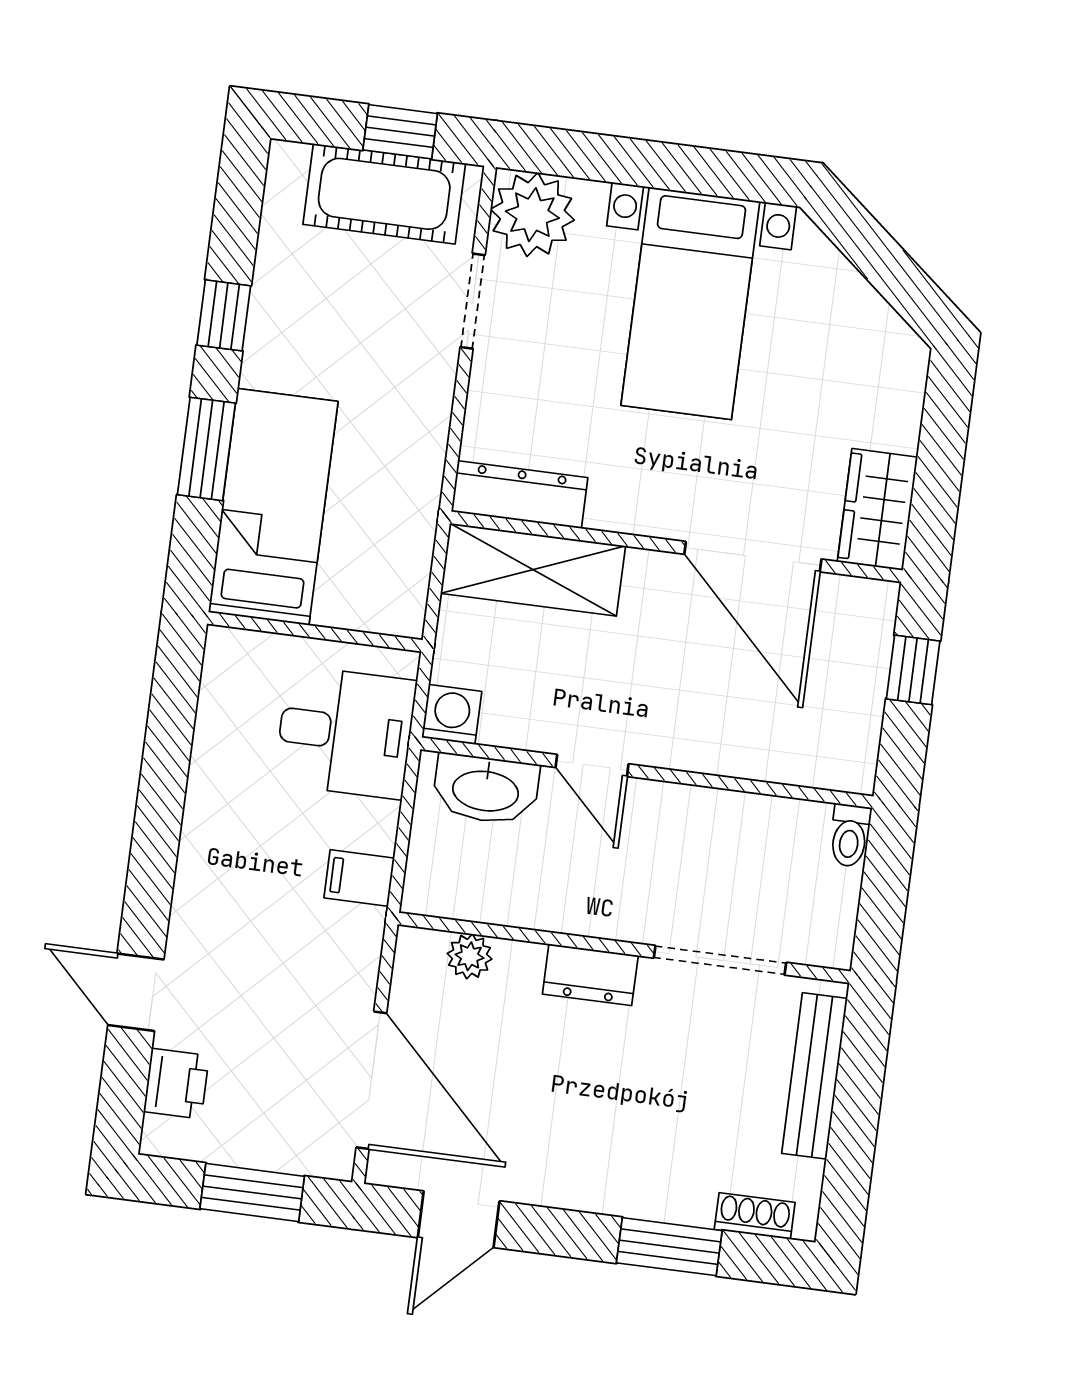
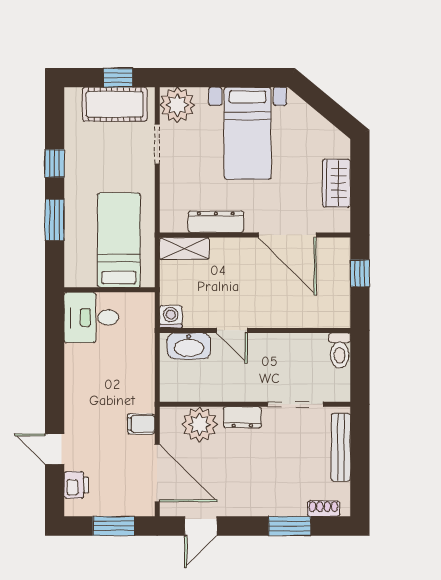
dresser: (520, 495) -> (216, 222), moved
bed: (273, 507) -> (119, 240), moved
wardrobe: (877, 509) -> (336, 183), moved
shelving: (533, 570) -> (184, 249), width x0.67, depth x0.75
desk: (345, 732) -> (91, 317), moved, turned 180
toilet: (850, 835) -> (340, 350), width x1.37, depth x1.39
filing cabinet: (359, 878) -> (141, 424), moved
plant: (470, 956) -> (199, 424), width x1.87, depth x1.87

